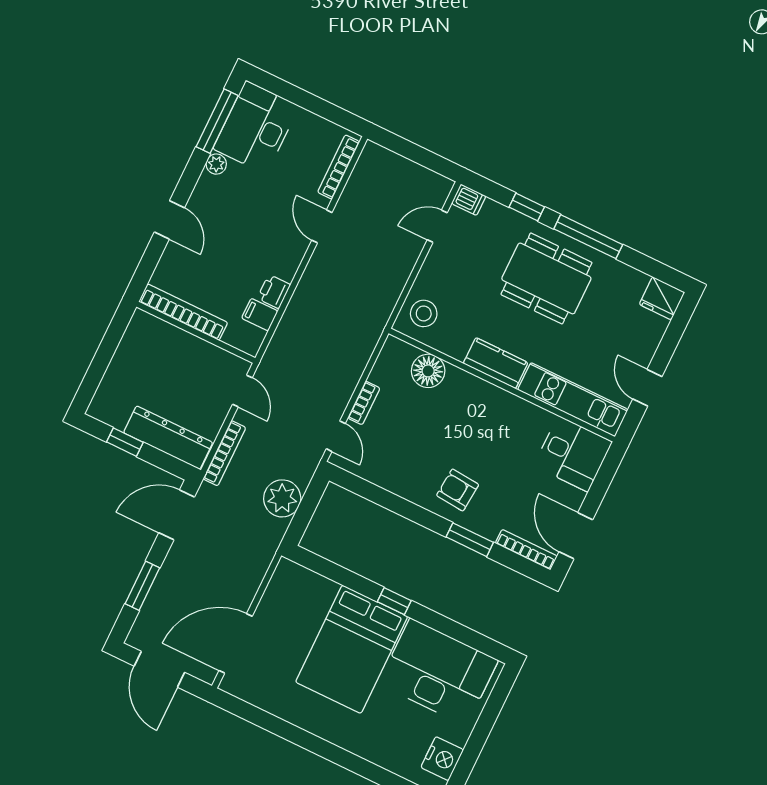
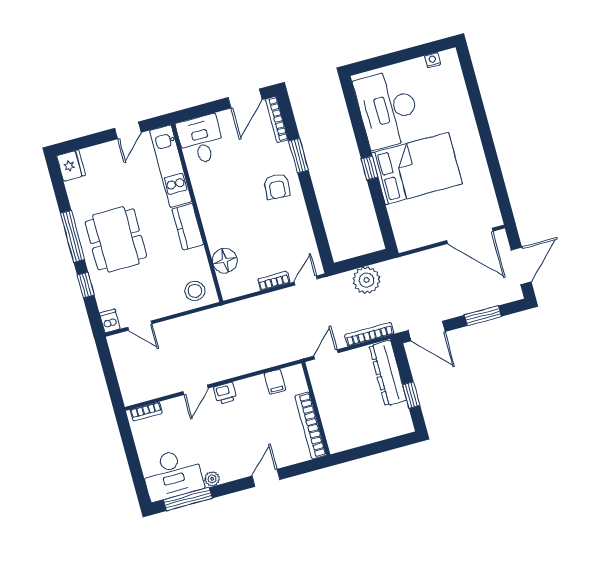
bookcase: (339, 167) -> (146, 411), width x0.64
printer: (274, 291) -> (225, 393), moved
nightstand: (442, 759) -> (433, 60), width x0.53, depth x0.56

